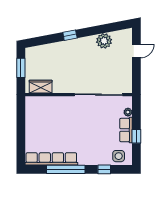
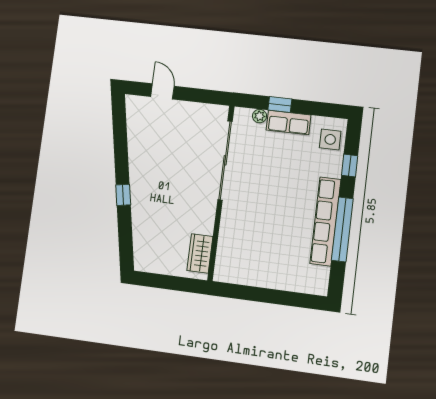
plant: (104, 41) -> (140, 141), removed
window: (21, 68) -> (165, 282), removed
window: (136, 136) -> (280, 105), moved
row of seats: (51, 159) -> (325, 221), moved

